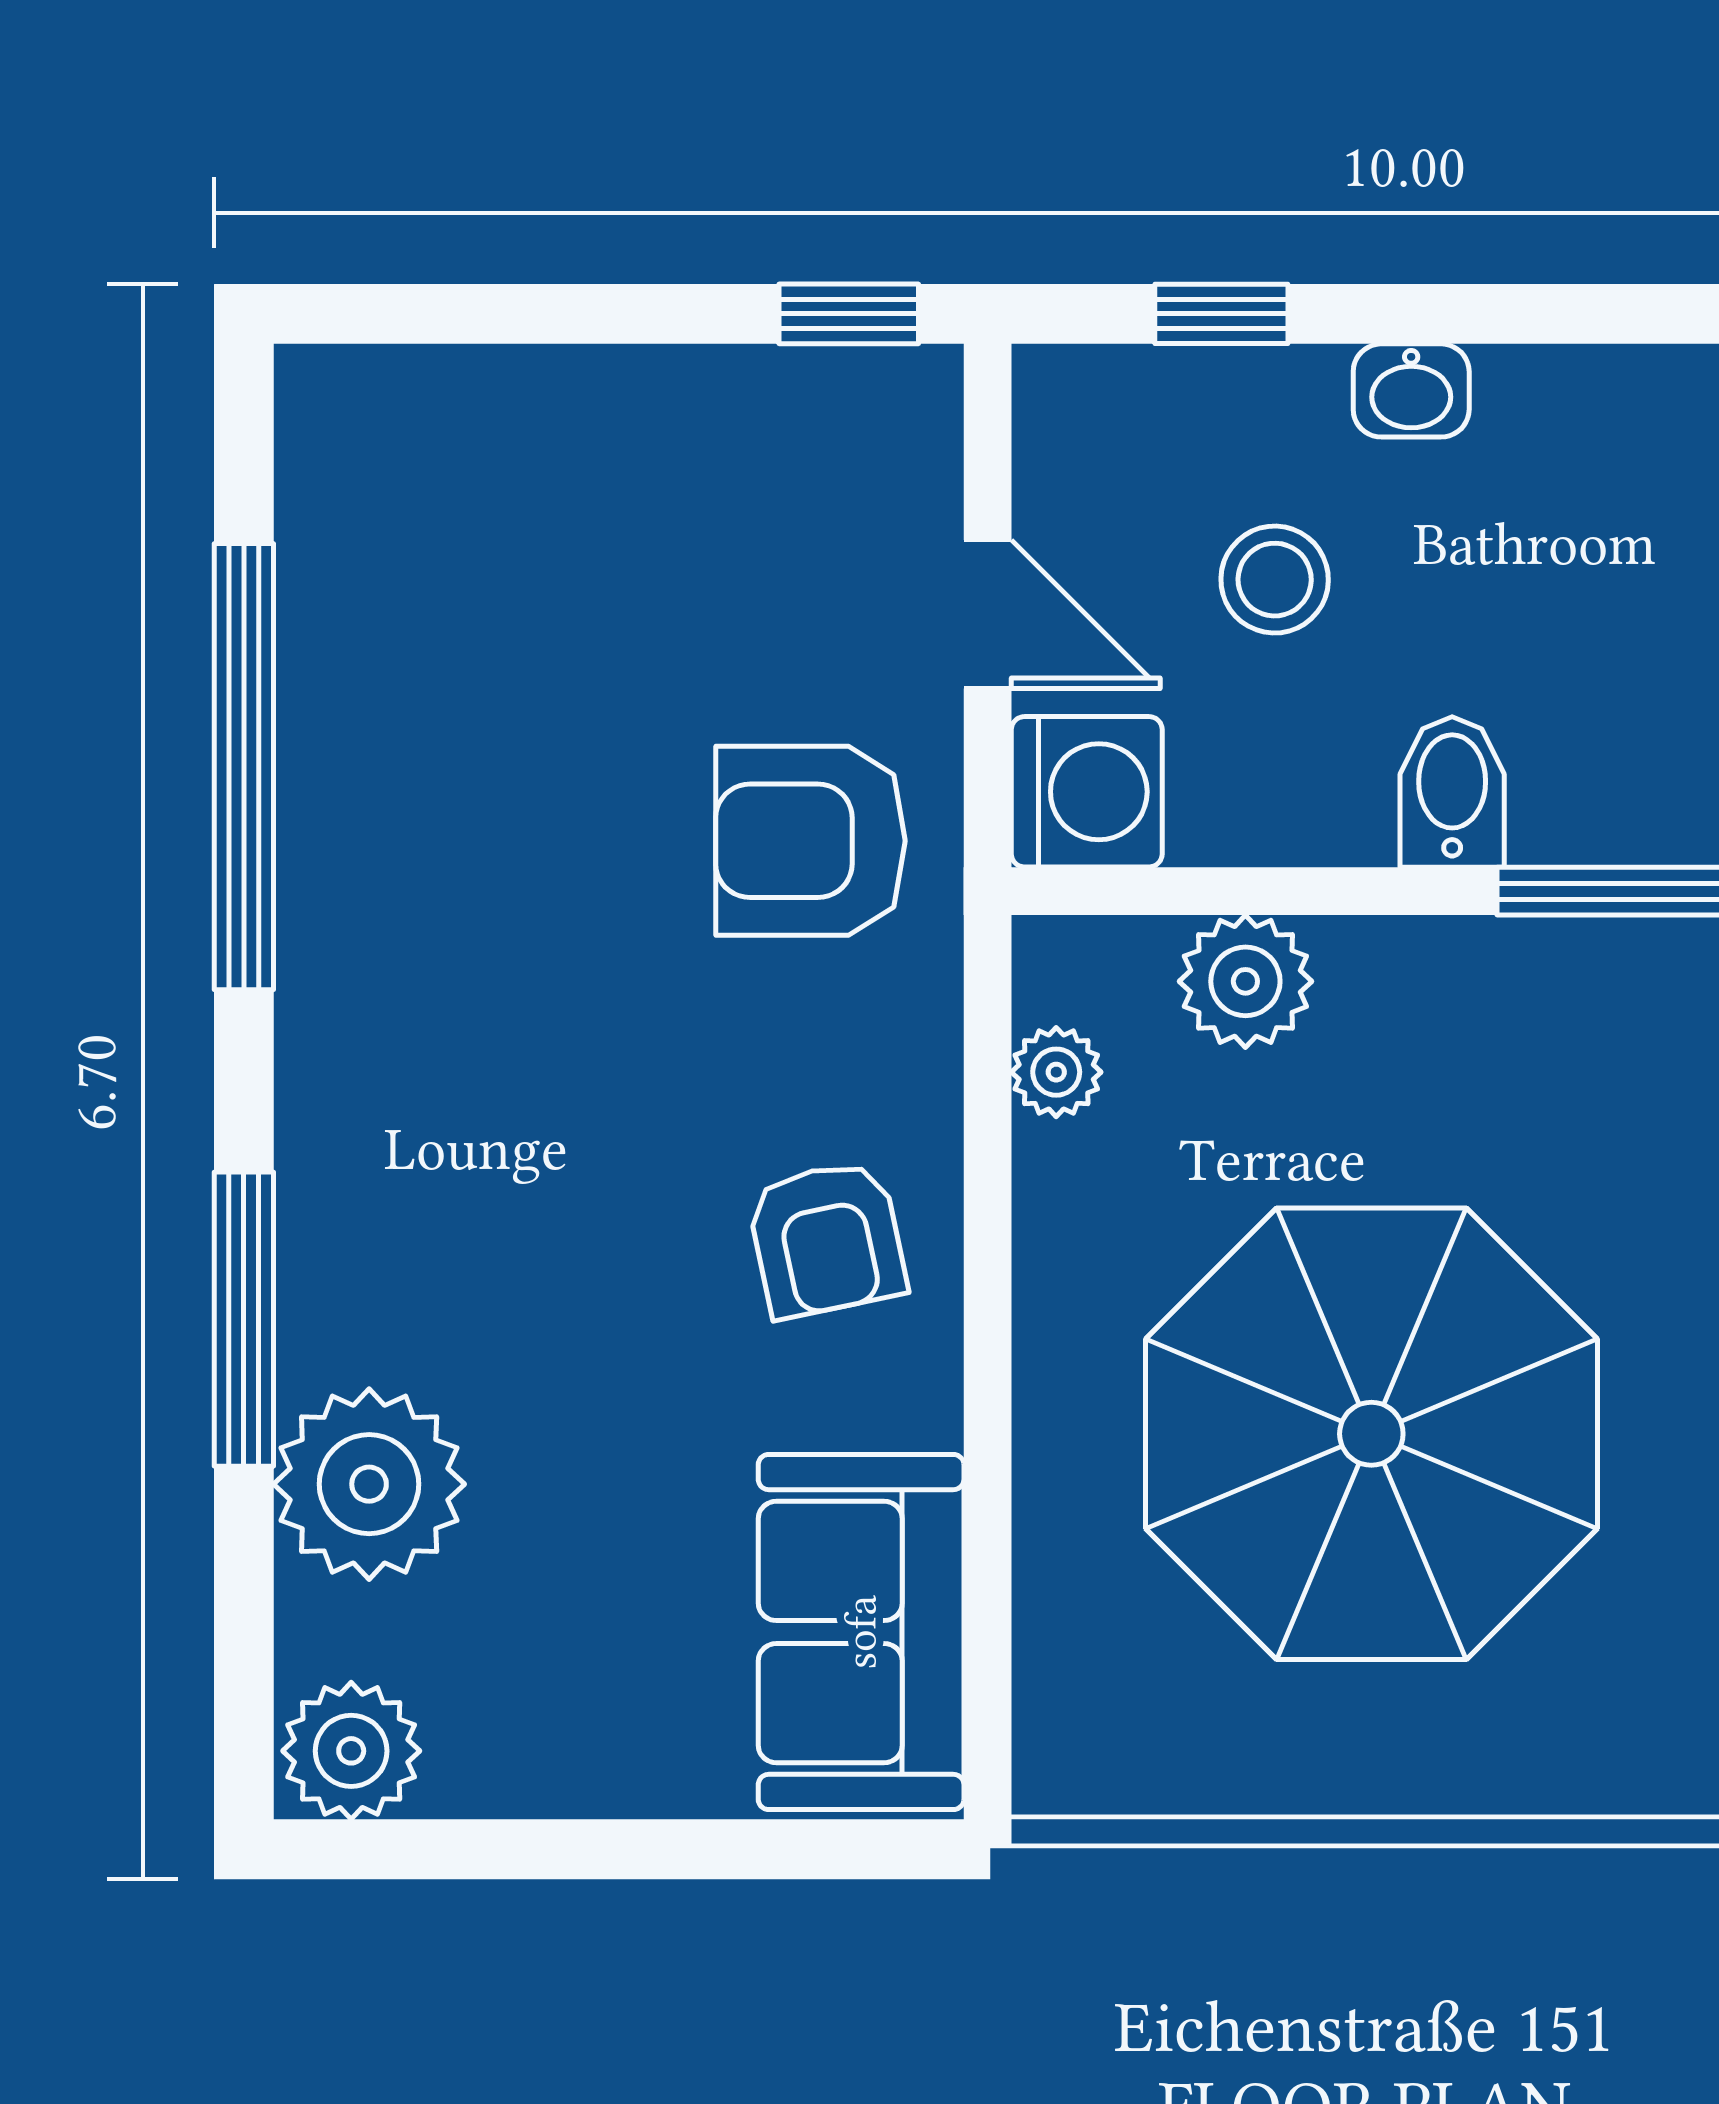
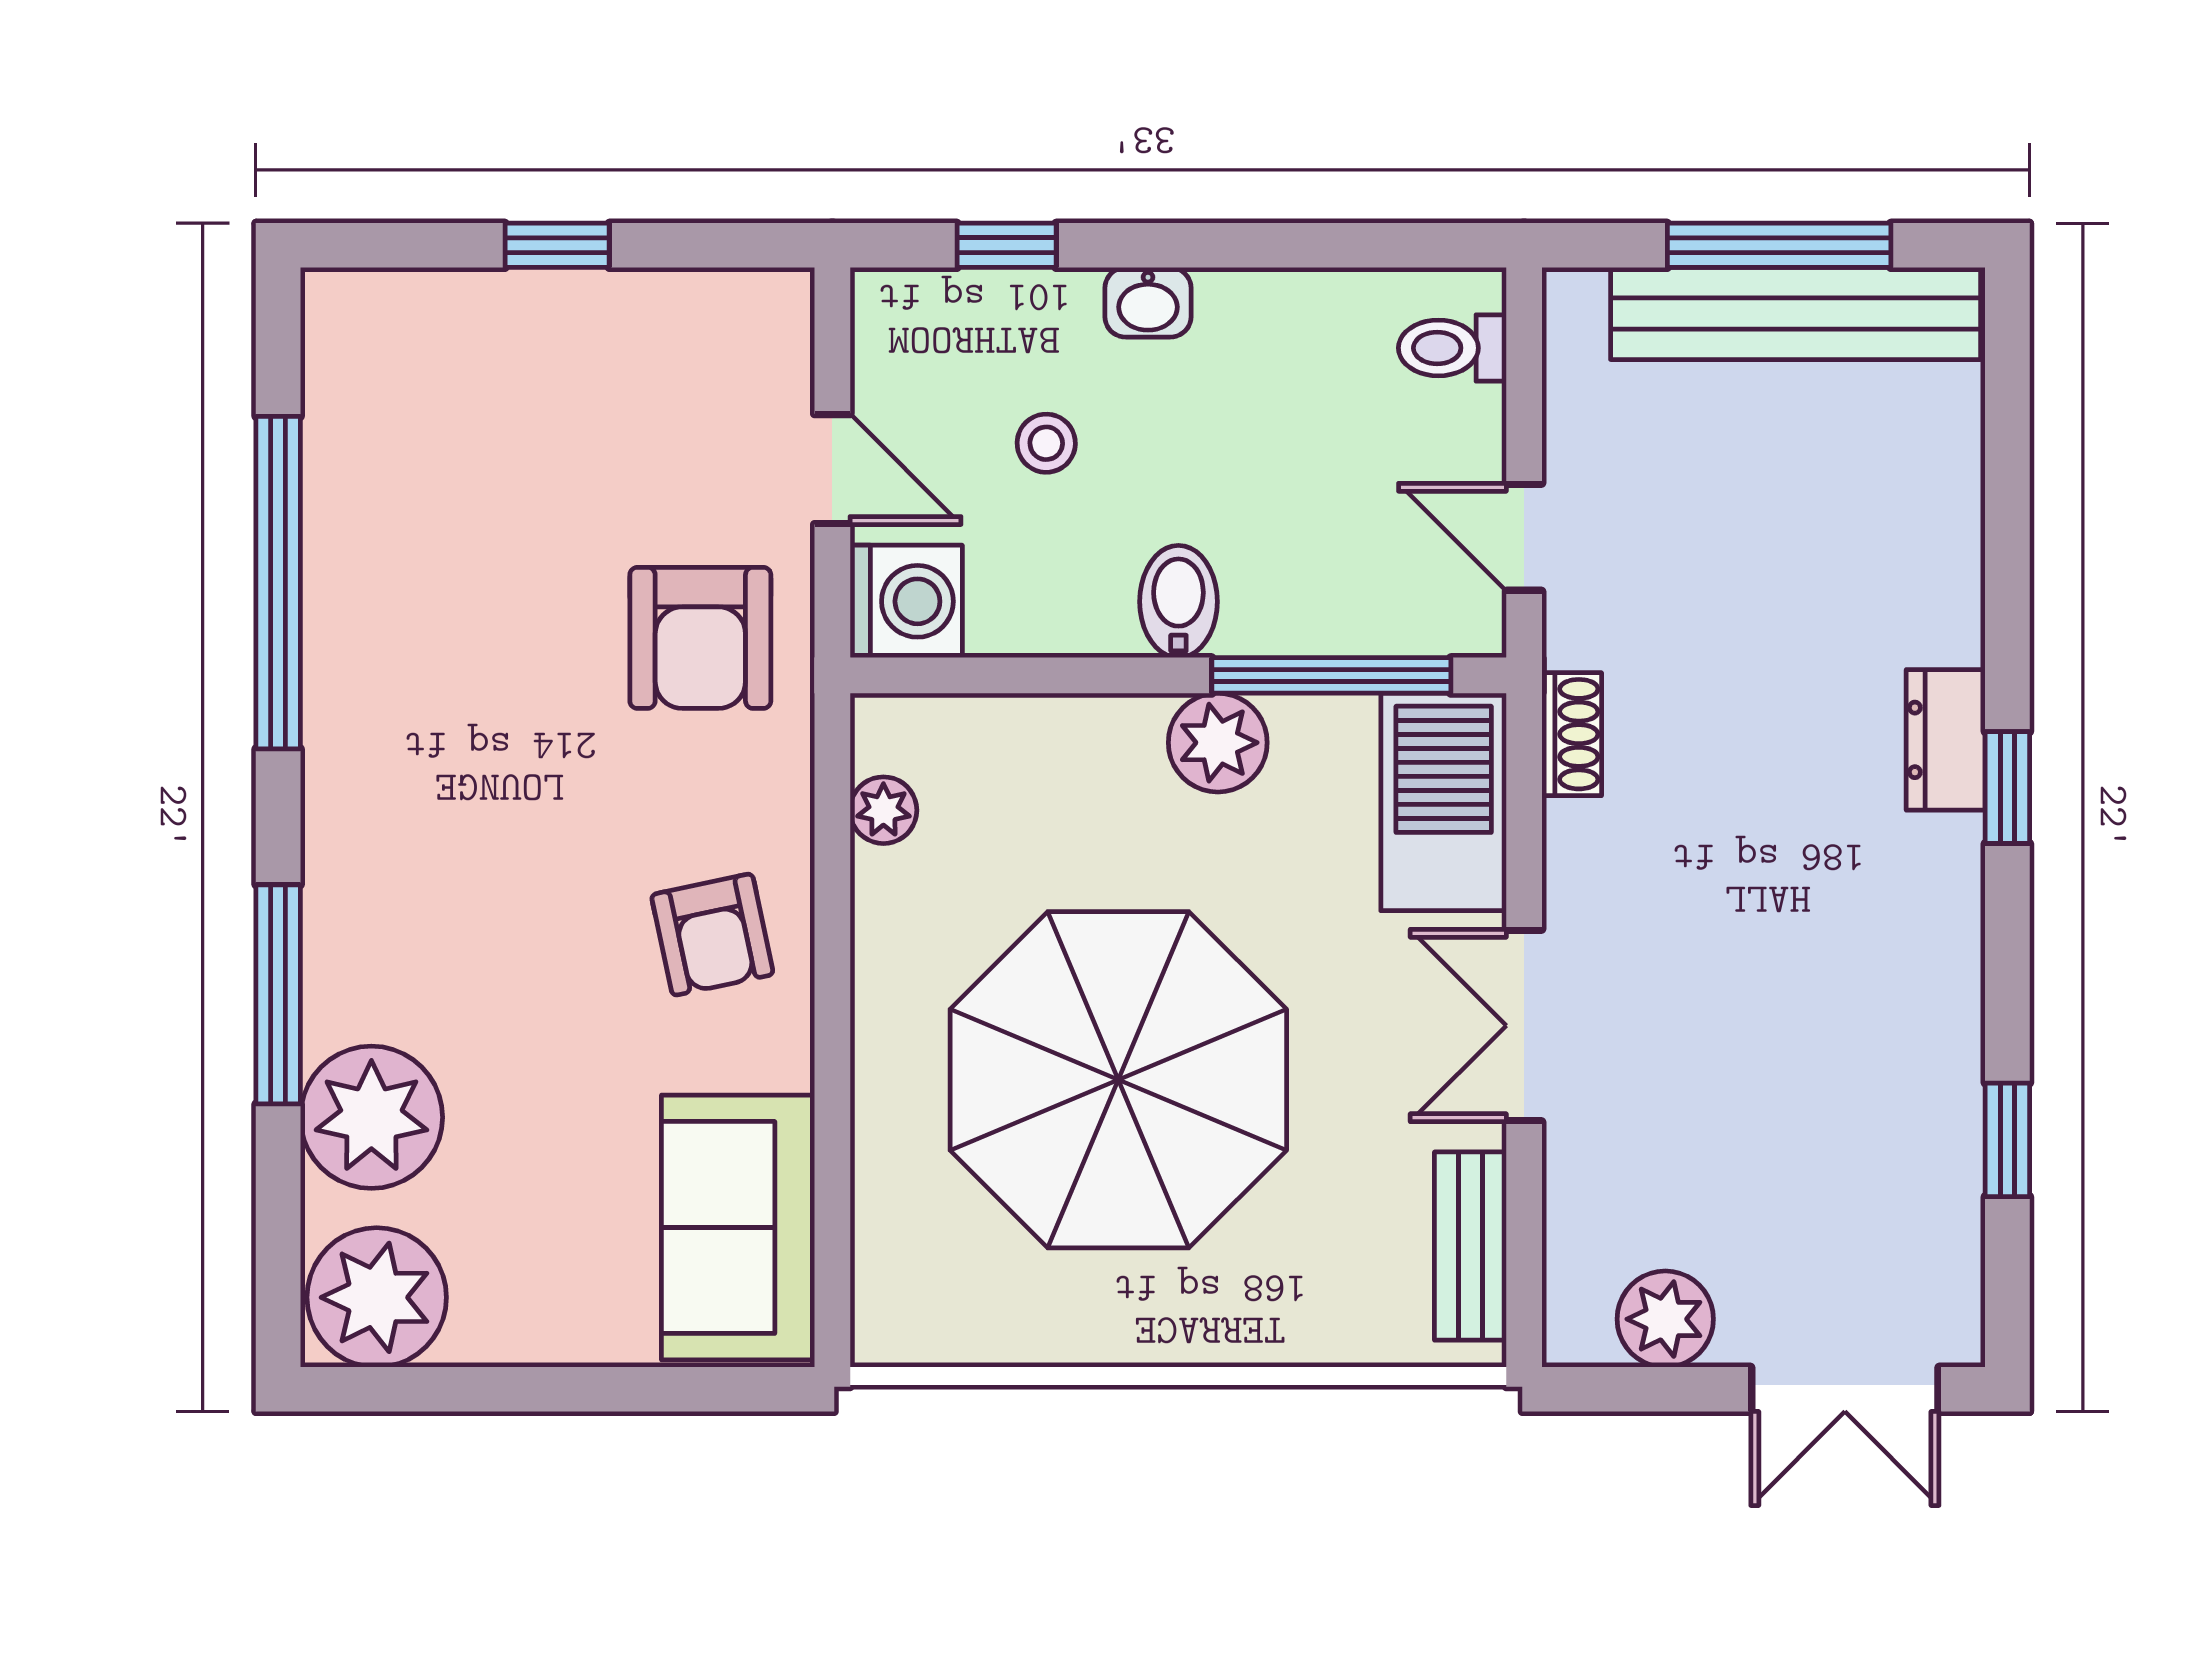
window: (849, 314) -> (557, 245), moved
stool: (1275, 580) -> (1046, 443), width x0.73, depth x0.73
armchair: (810, 841) -> (700, 638), turned -90
plant: (1245, 981) -> (1218, 743), moved
plant: (351, 1751) -> (377, 1297), width x1.36, depth x1.36

